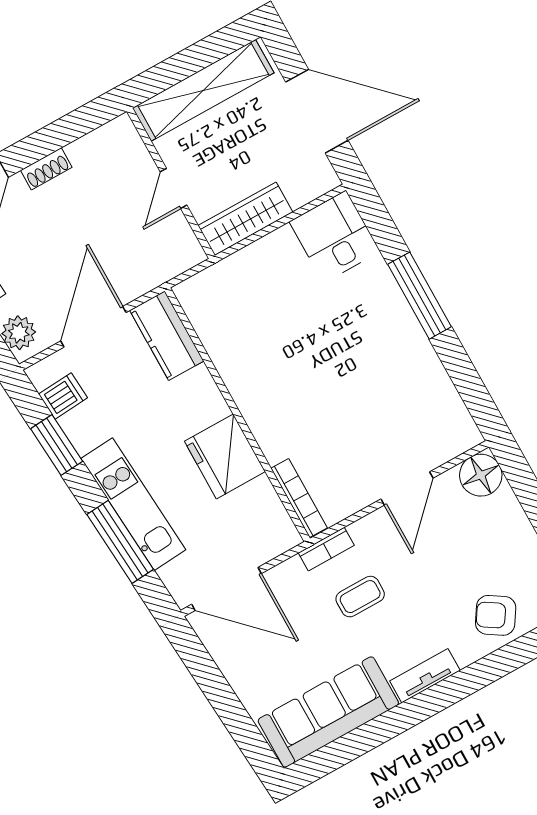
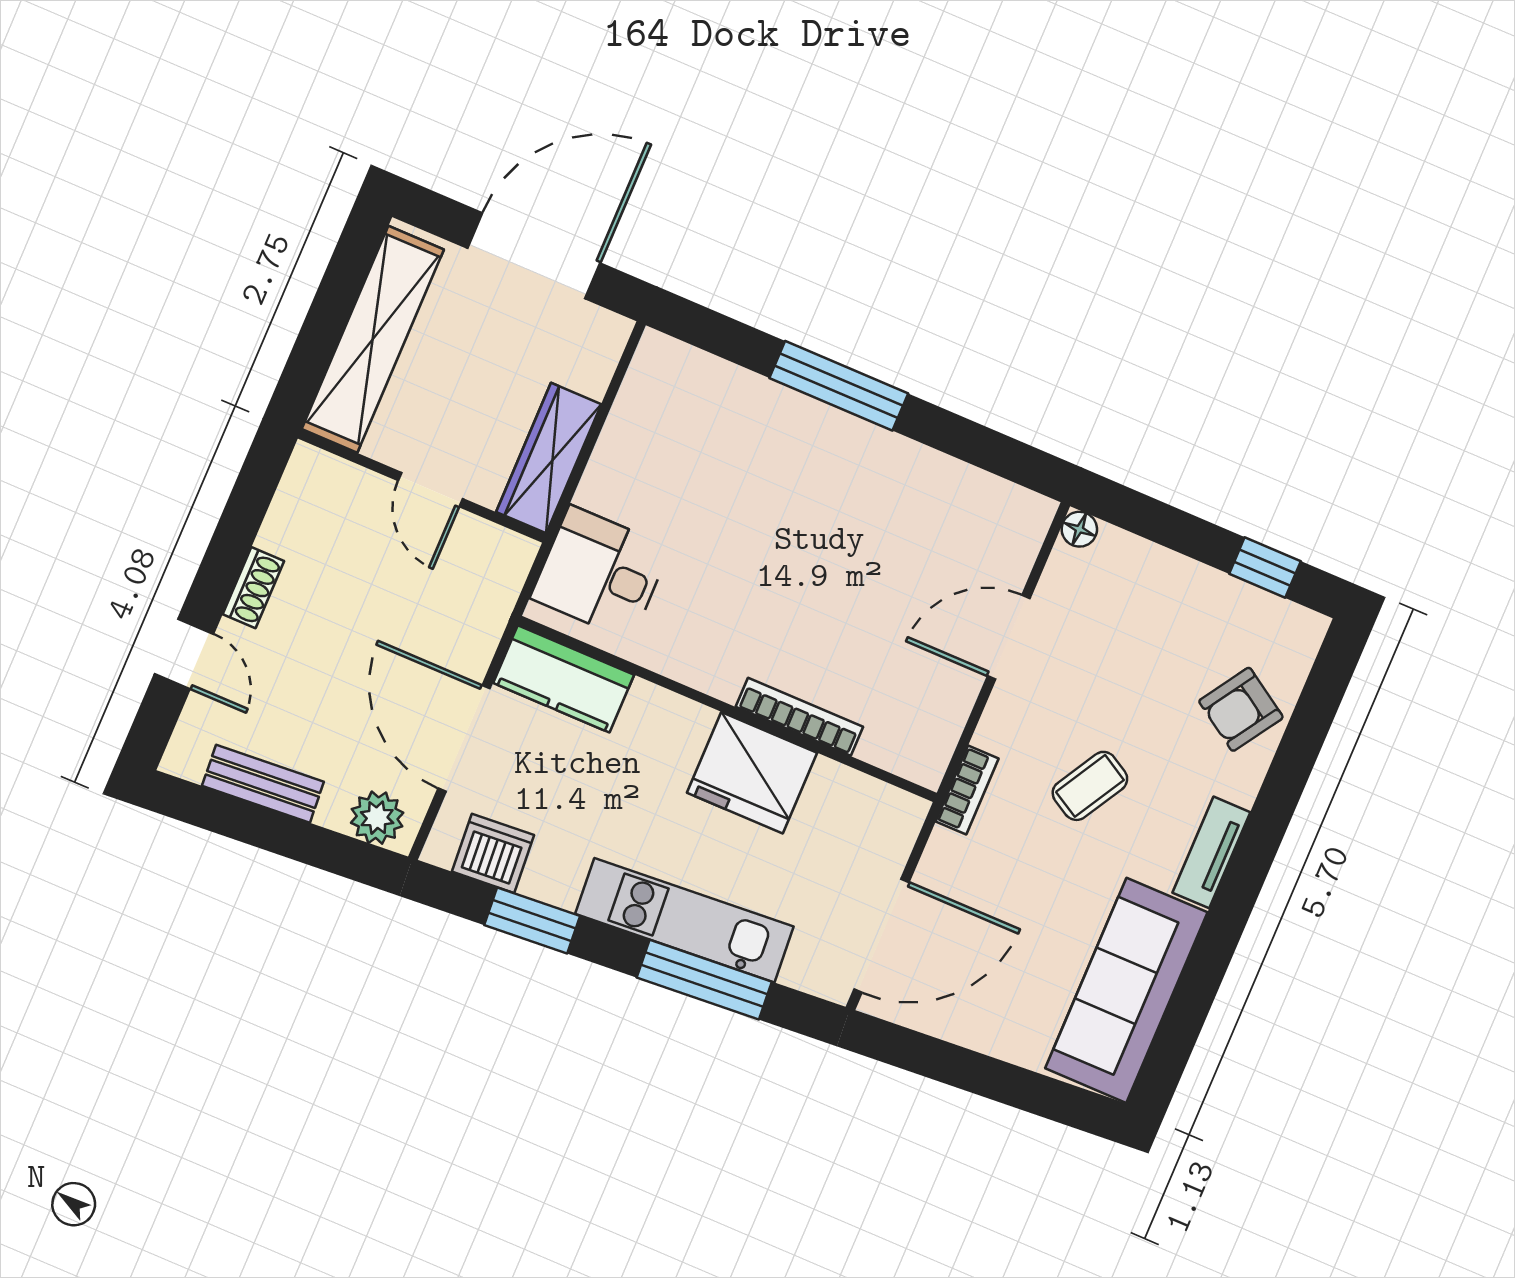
desk: (335, 237) -> (600, 573), moved
dishwasher: (63, 396) -> (493, 853), width x1.38
floor lamp: (481, 475) -> (1079, 529), width x0.53, depth x0.53
door: (407, 488) -> (1009, 637), swing flipped
bookcase: (299, 498) -> (799, 717), moved
coffee table: (360, 597) -> (1090, 786), moved, turned 30

